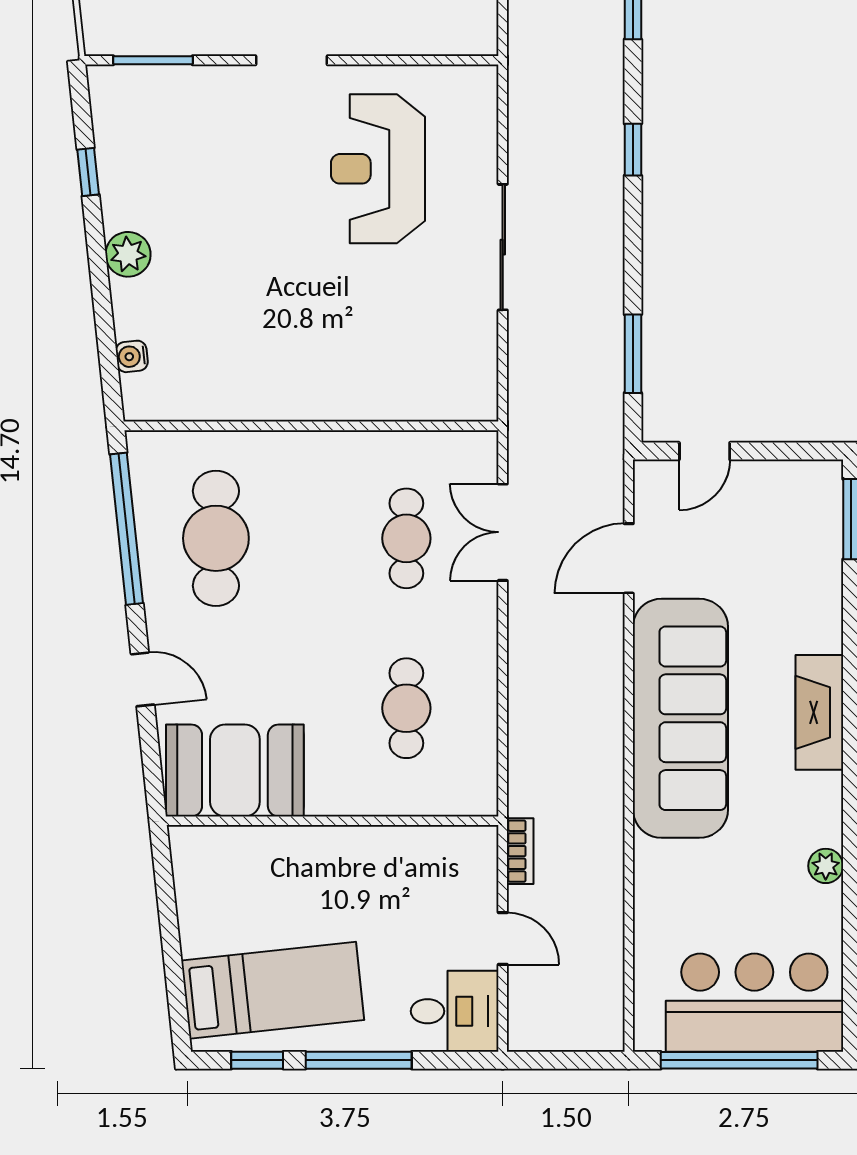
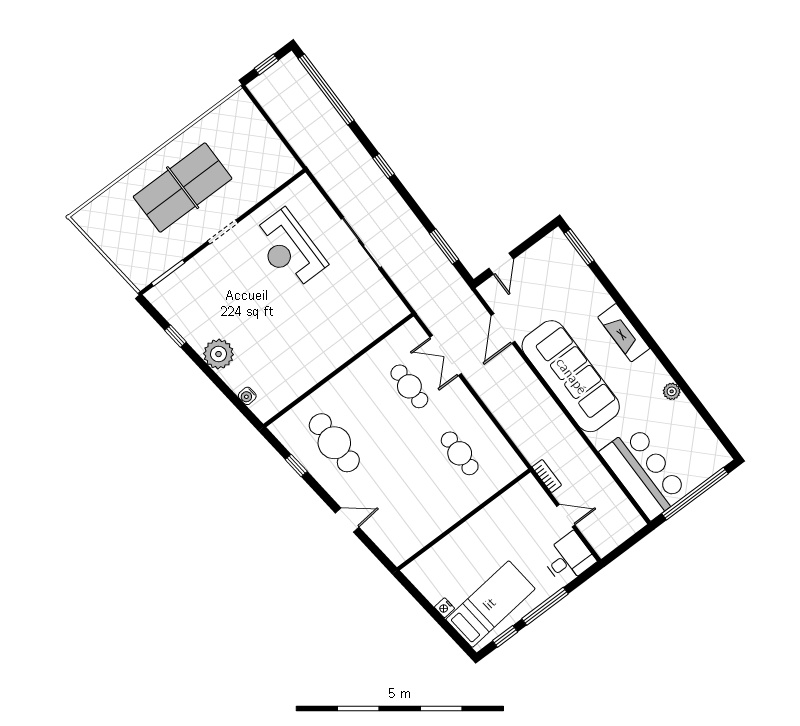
plant: (128, 254) -> (219, 354), width x1.36, depth x1.36
window: (126, 529) -> (296, 465), width x0.32
booth: (235, 770) -> (411, 529), removed
nightstand: (194, 940) -> (444, 608), added
bar counter: (754, 1003) -> (644, 472), moved, turned 90

